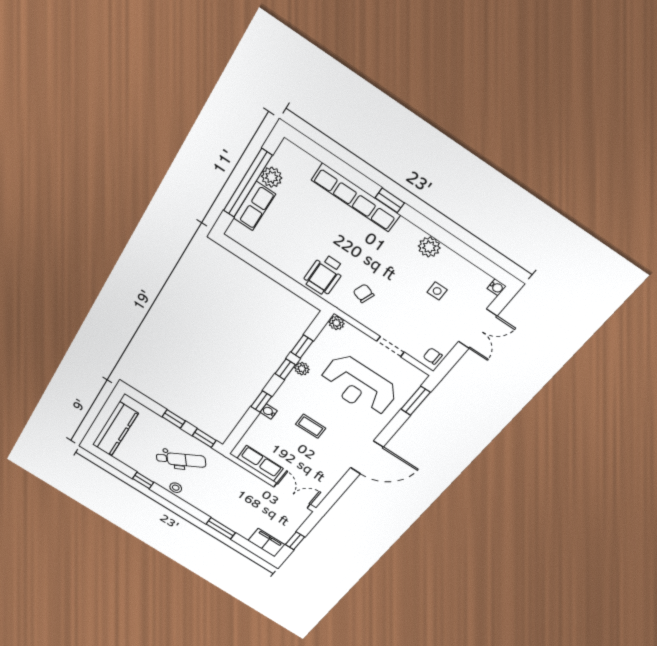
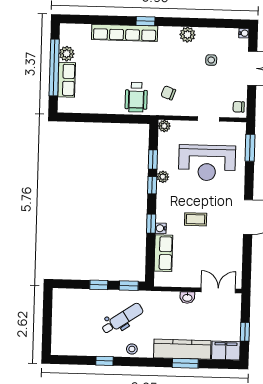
kitchen counter: (115, 429) -> (182, 349), moved, turned -90
row of seats: (260, 463) -> (163, 253), moved, turned 90
washbasin: (257, 482) -> (187, 298), added

